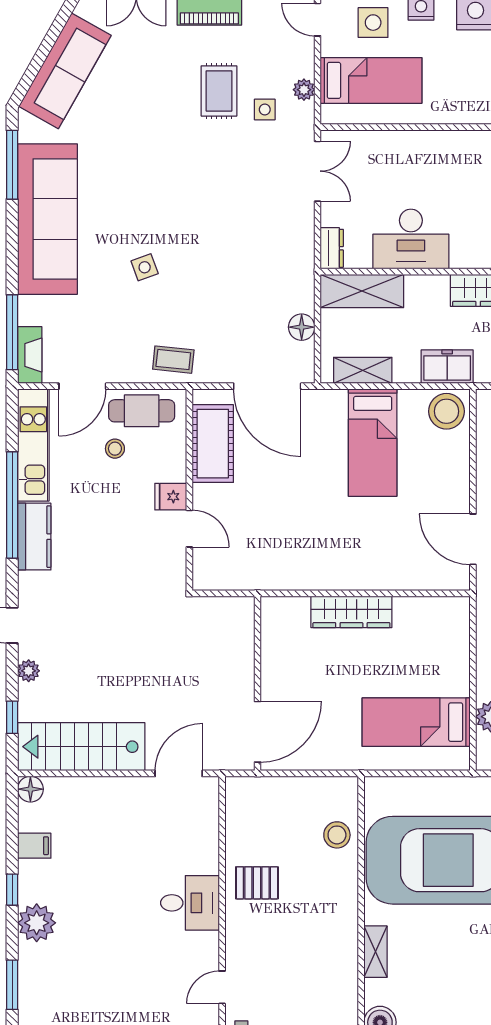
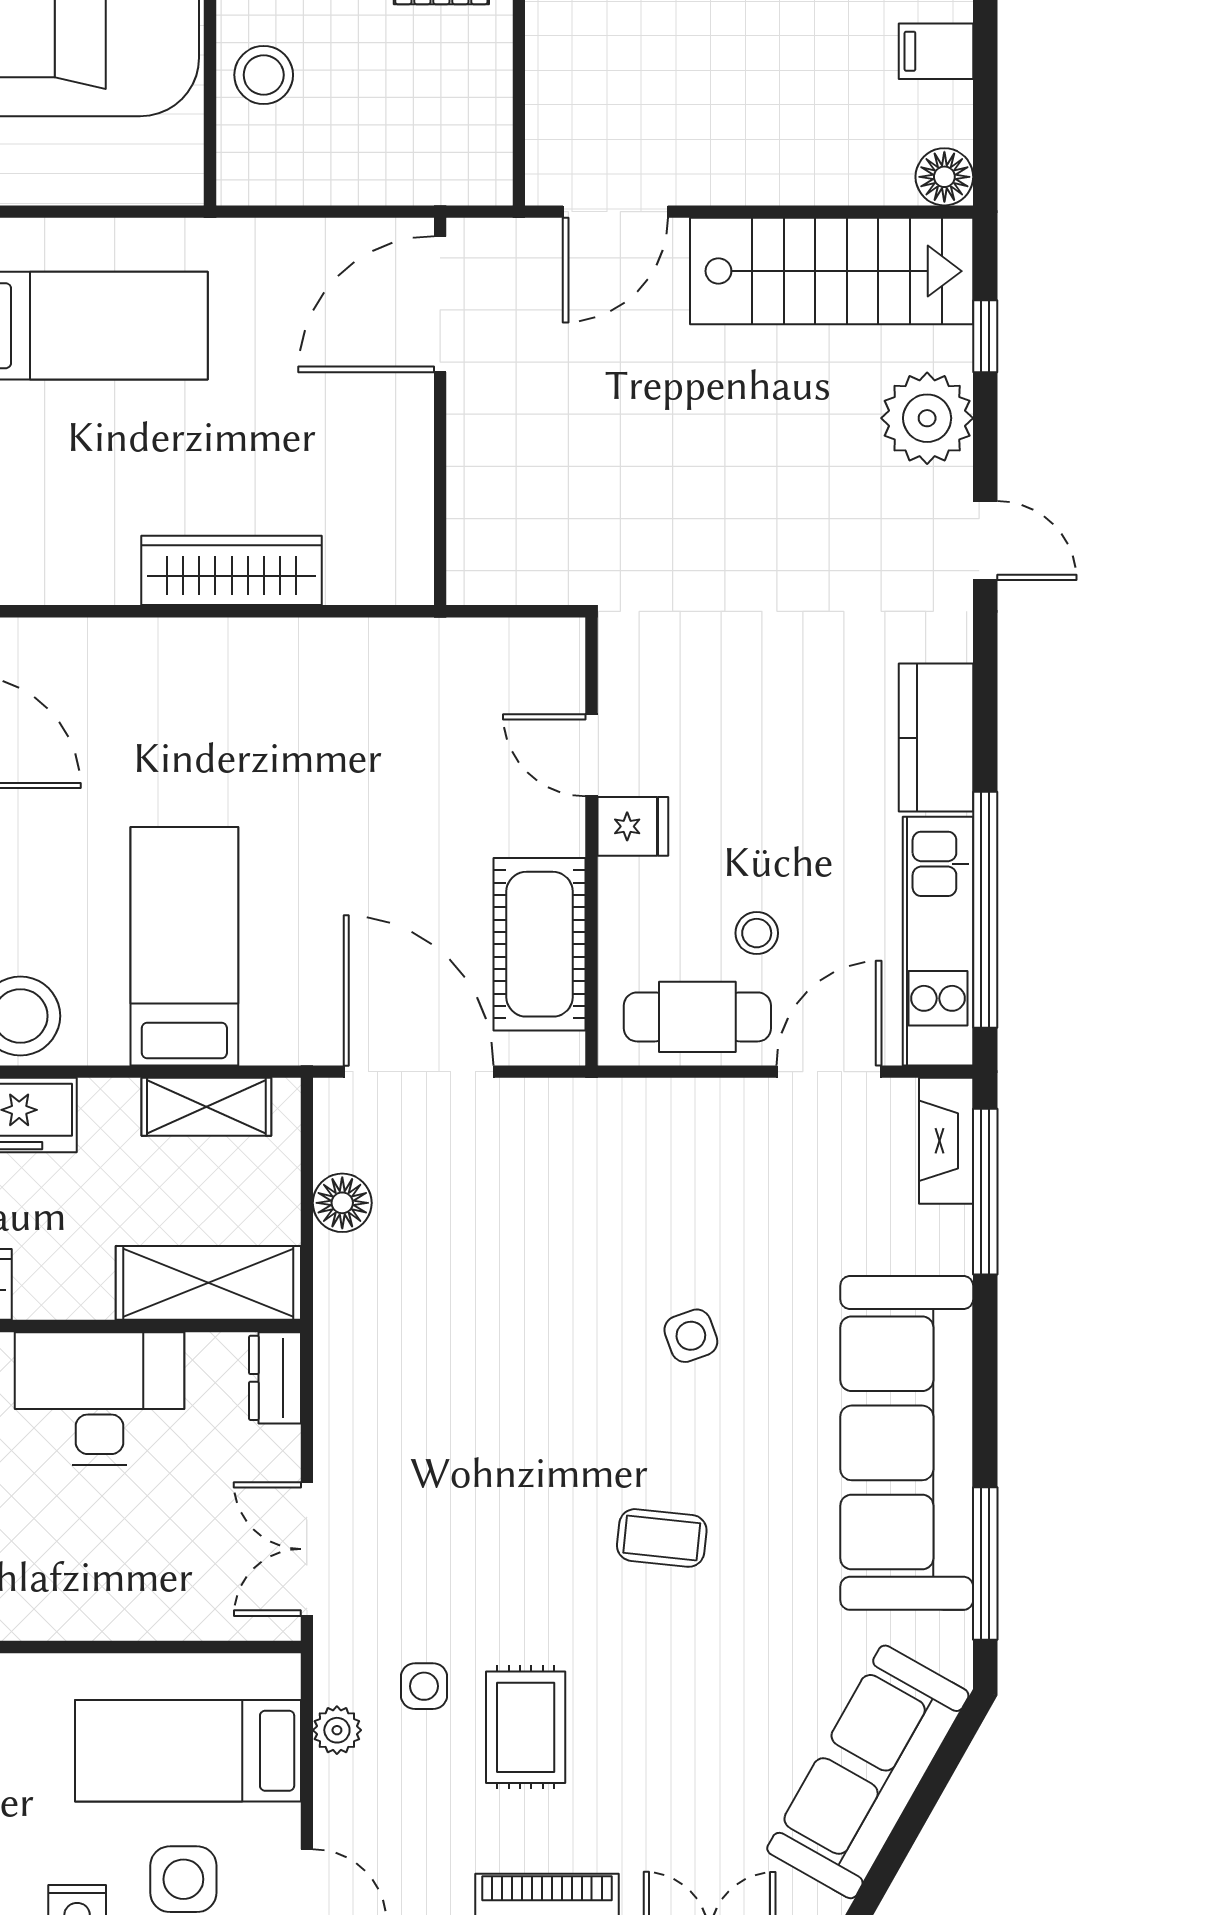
coffee table: (173, 360) -> (662, 1538), moved
window: (12, 505) -> (985, 910), moved
plant: (29, 671) -> (927, 418), width x1.88, depth x1.88

